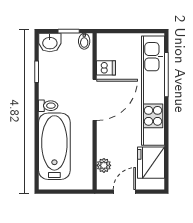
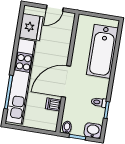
toilet: (48, 106) -> (99, 102), moved
plant: (104, 165) -> (67, 31), removed

